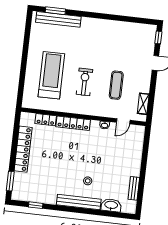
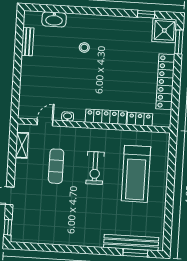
shower: (22, 191) -> (164, 30), added
bench: (79, 202) -> (94, 21), removed

